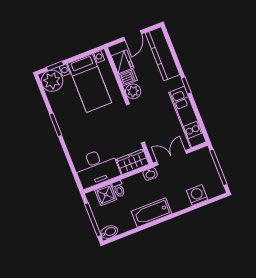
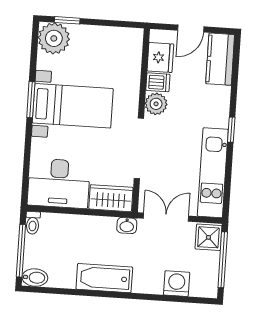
kitchen counter: (162, 54) -> (220, 59), width x0.67
bed with nightstands: (90, 83) -> (73, 106), moved, turned -90
toilet: (119, 189) -> (33, 223), moved
shower: (106, 195) -> (208, 237), moved

